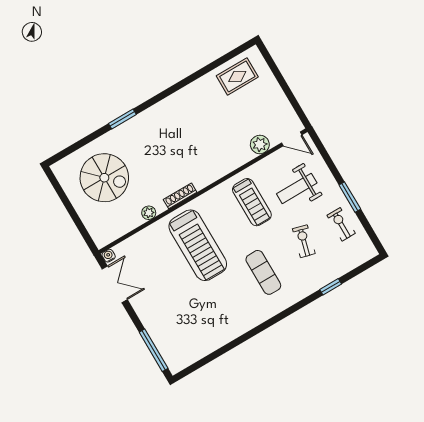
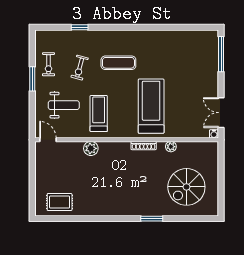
plant: (260, 144) -> (91, 148), moved
spiral stairs: (104, 178) -> (186, 187), turned -90
exercise mat: (263, 272) -> (118, 63), turned 90

